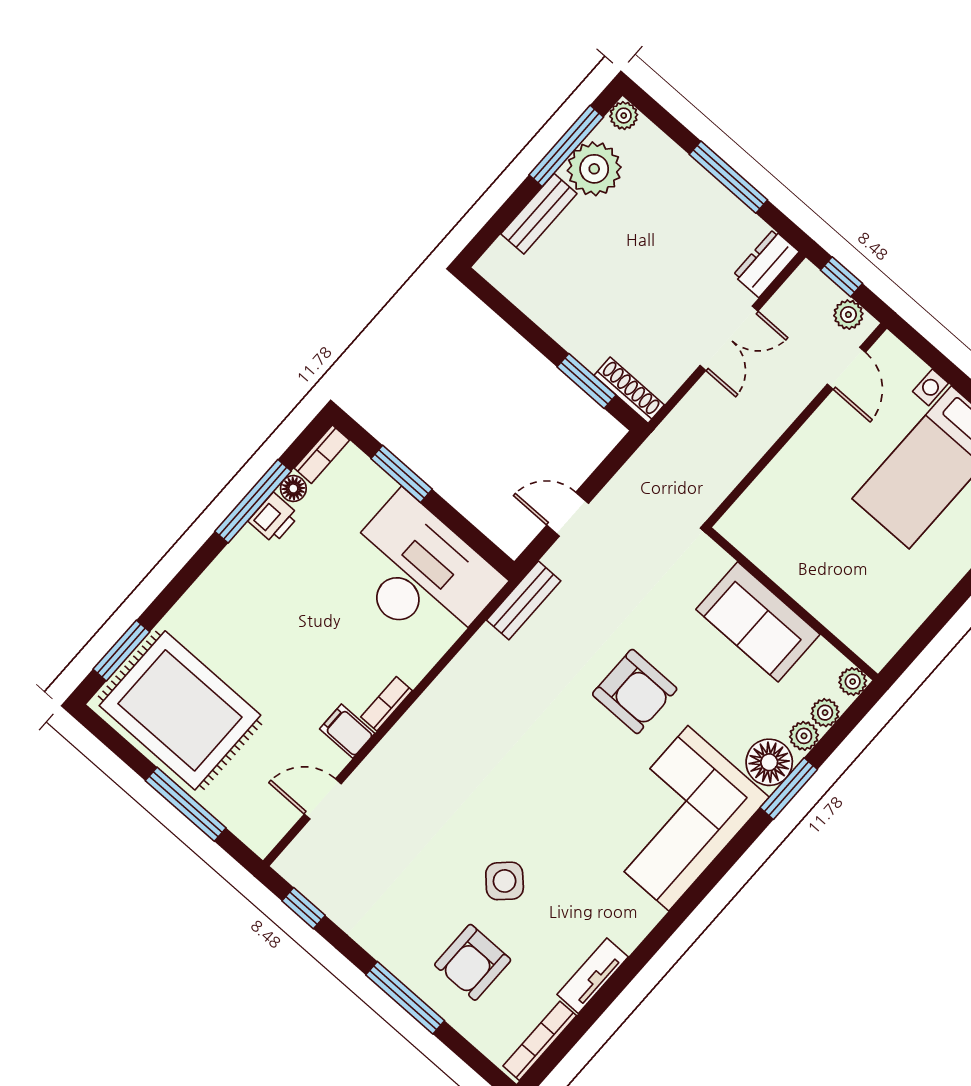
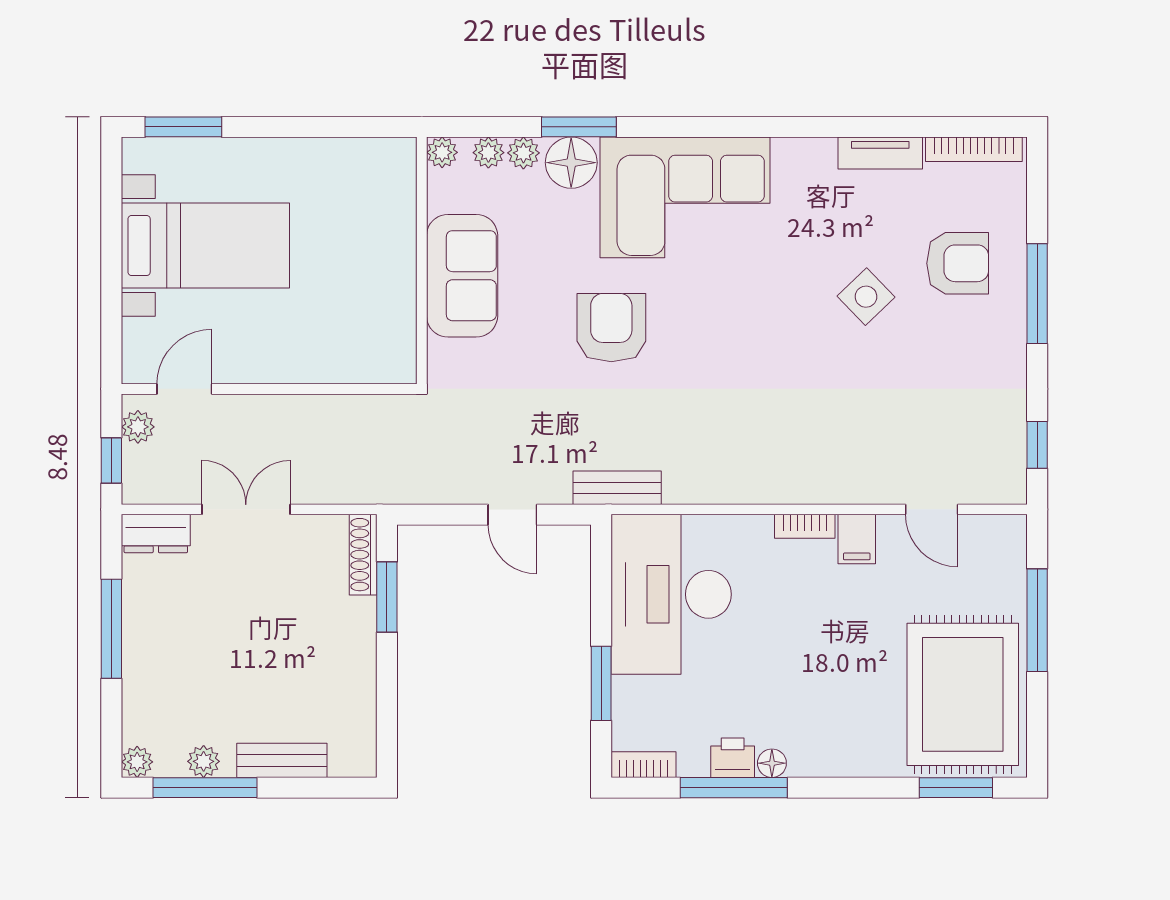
plant: (594, 169) -> (204, 761), width x0.53, depth x0.53
floor lamp: (293, 489) -> (772, 763), moved

